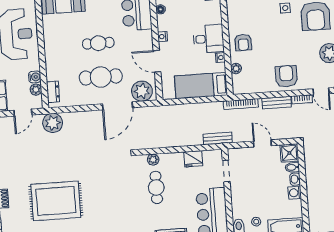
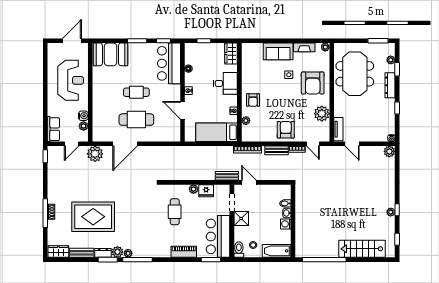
desk: (209, 39) -> (225, 83), moved
plant: (142, 91) -> (169, 133), removed
dresser: (53, 92) -> (97, 129), removed
door: (117, 106) -> (125, 144), moved
door: (263, 143) -> (249, 182), moved
shower: (289, 153) -> (241, 218), moved
plant: (153, 160) -> (193, 189), moved

